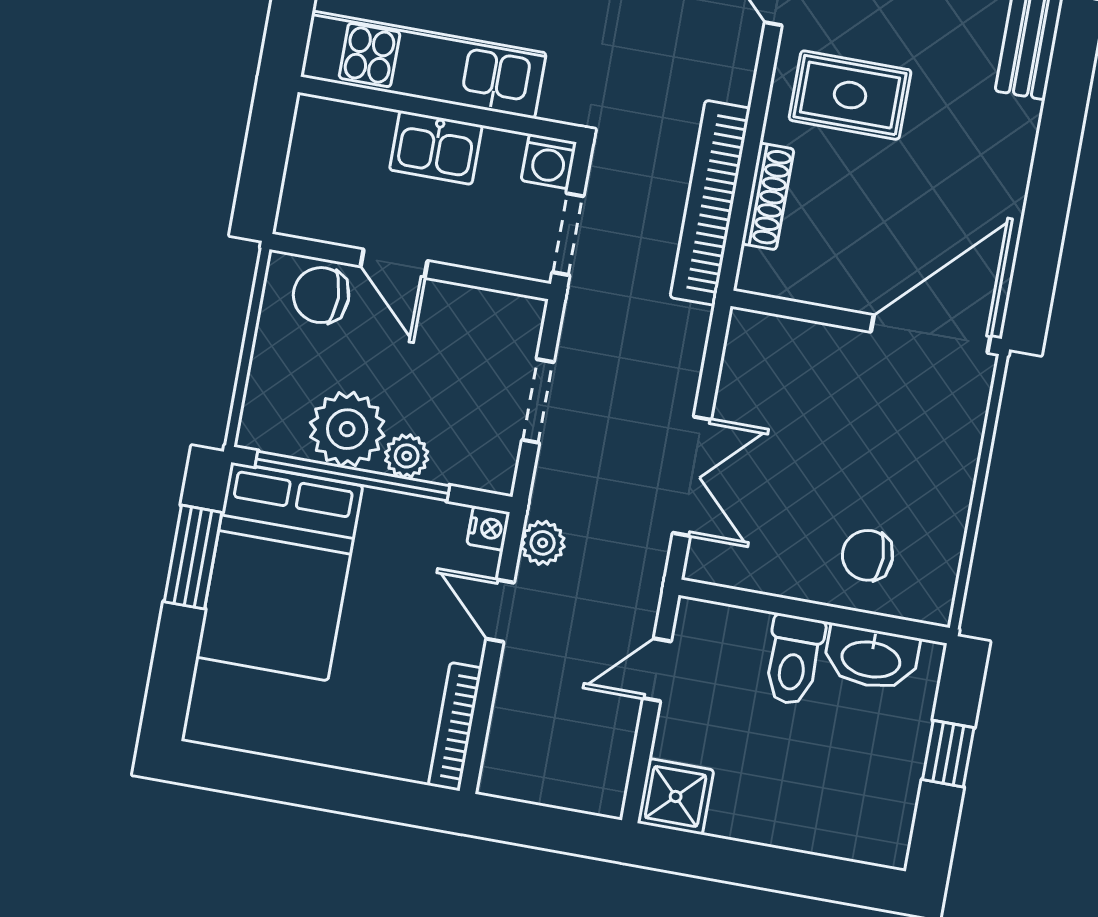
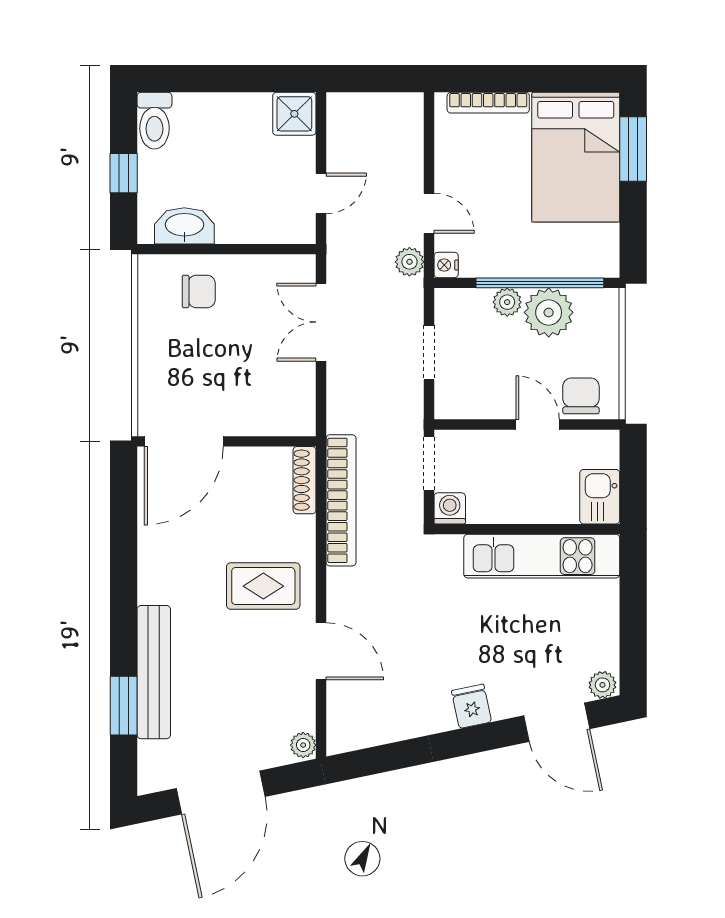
kitchen sink: (436, 148) -> (600, 497), moved, turned -90
shoe rack: (768, 196) -> (305, 480), moved
chair: (321, 295) -> (581, 396), turned -89
window: (193, 557) -> (633, 149), moved
bed: (279, 572) -> (576, 157), moved, turned 180
toilet: (793, 660) -> (154, 121), moved, turned 180
bookcase: (455, 727) -> (488, 103), moved, turned 90

